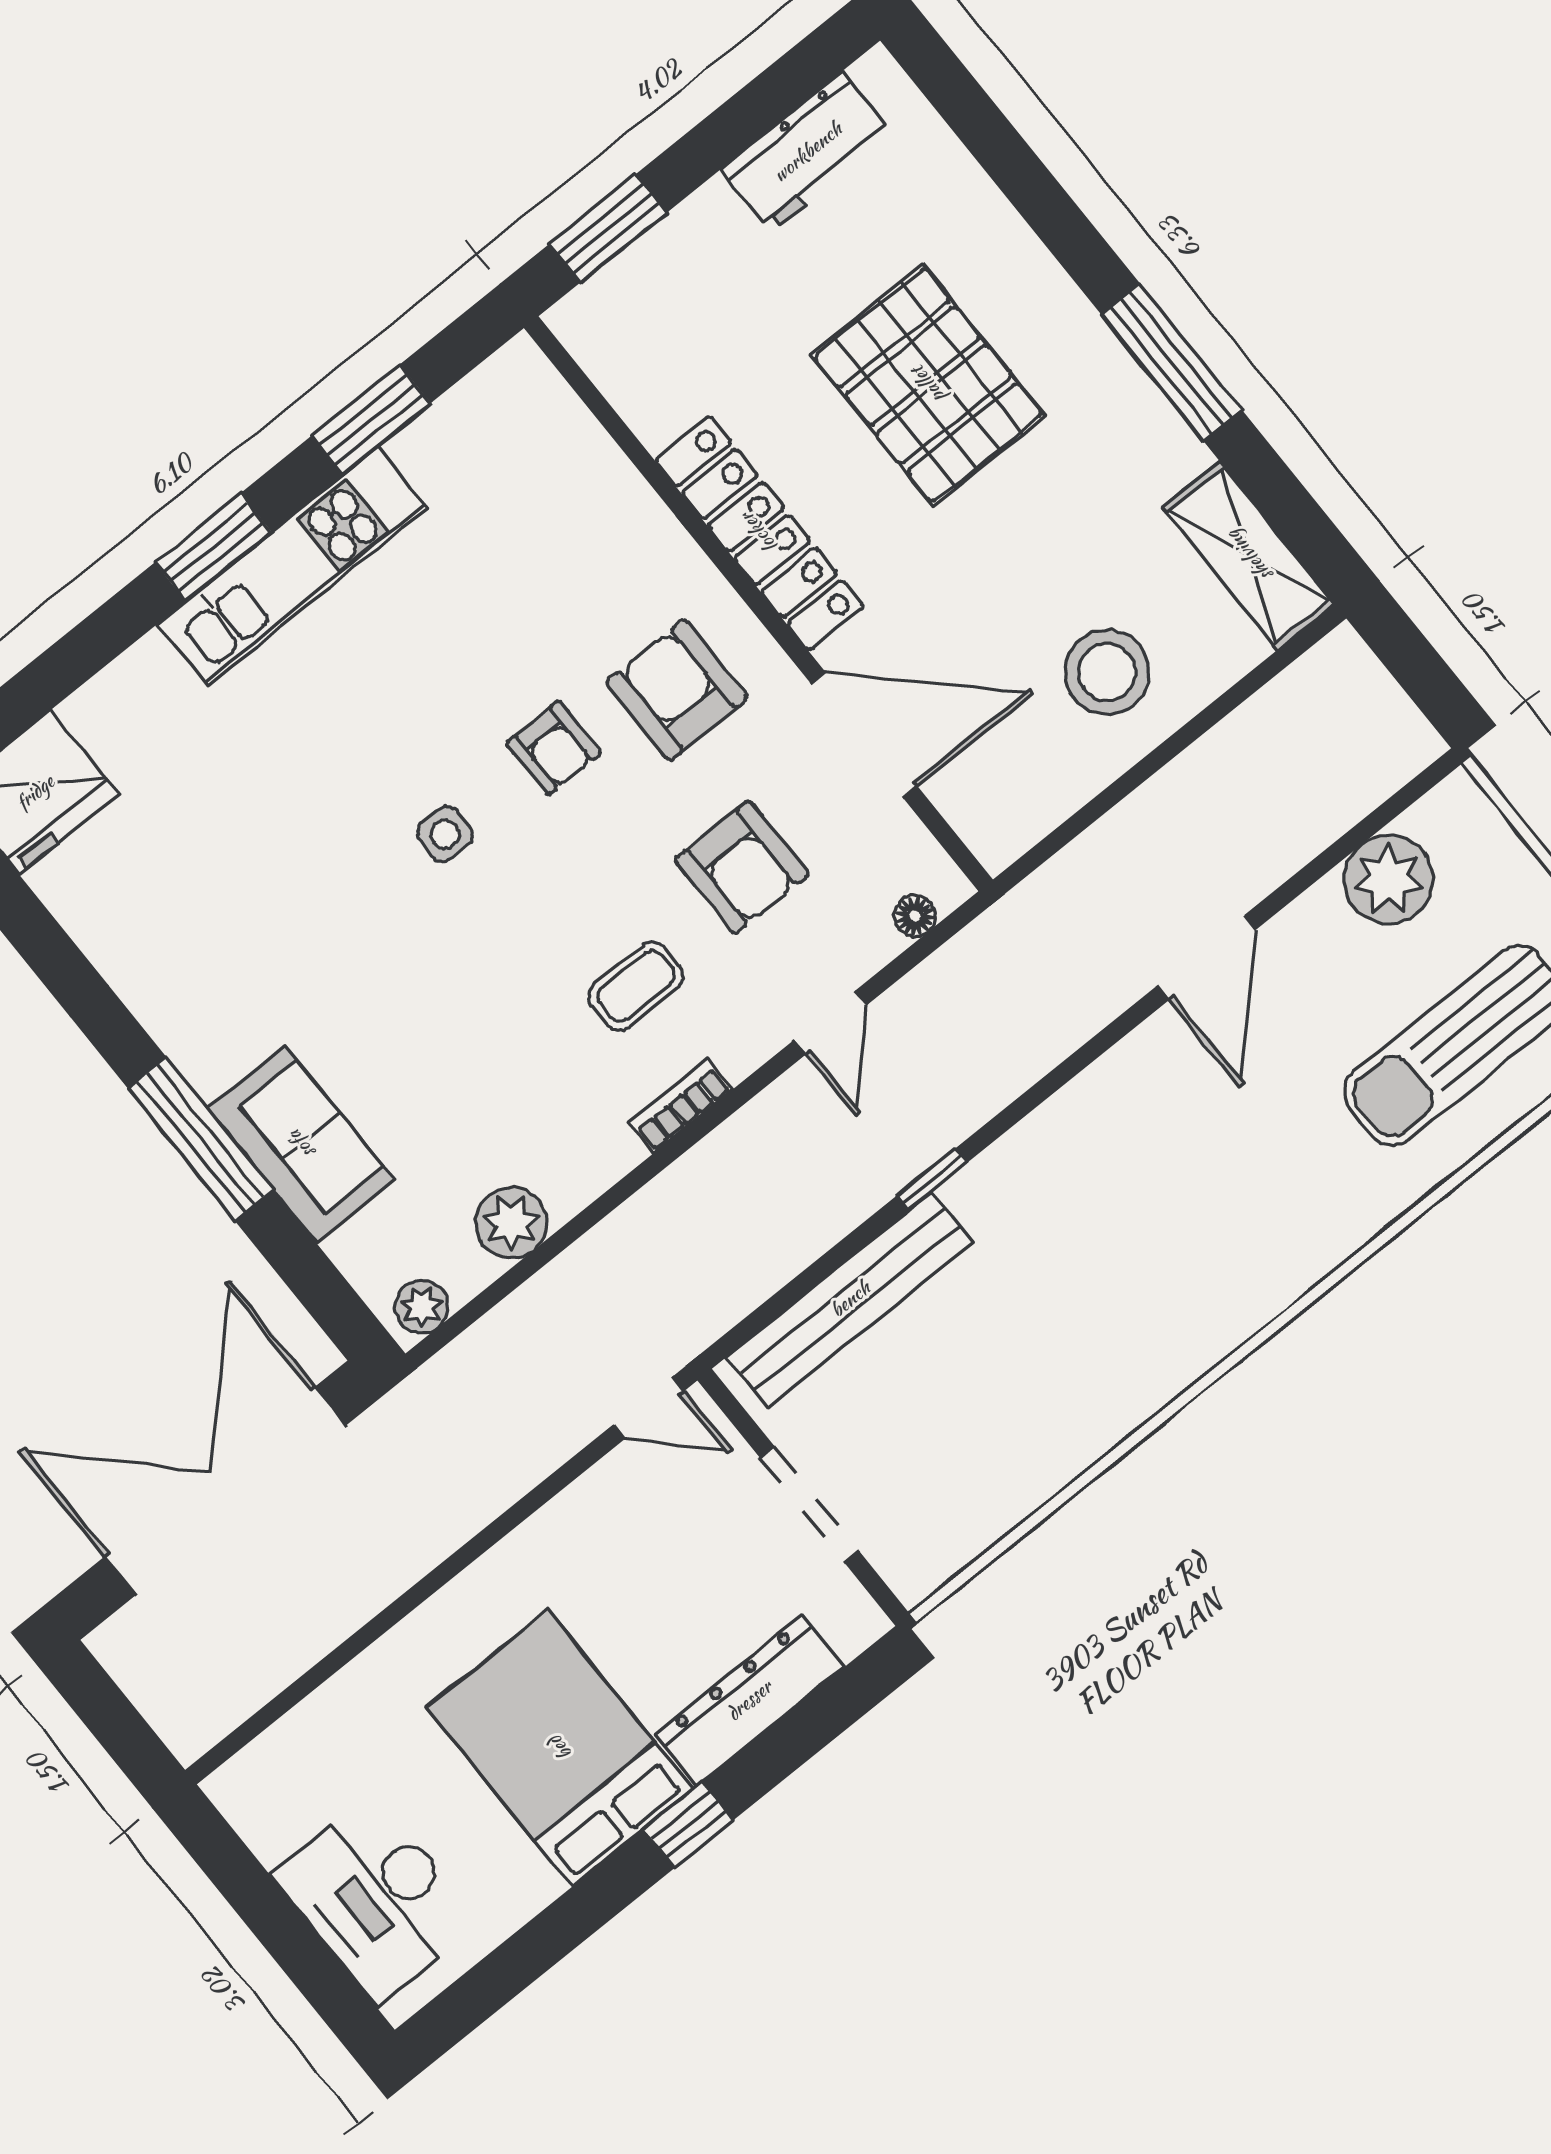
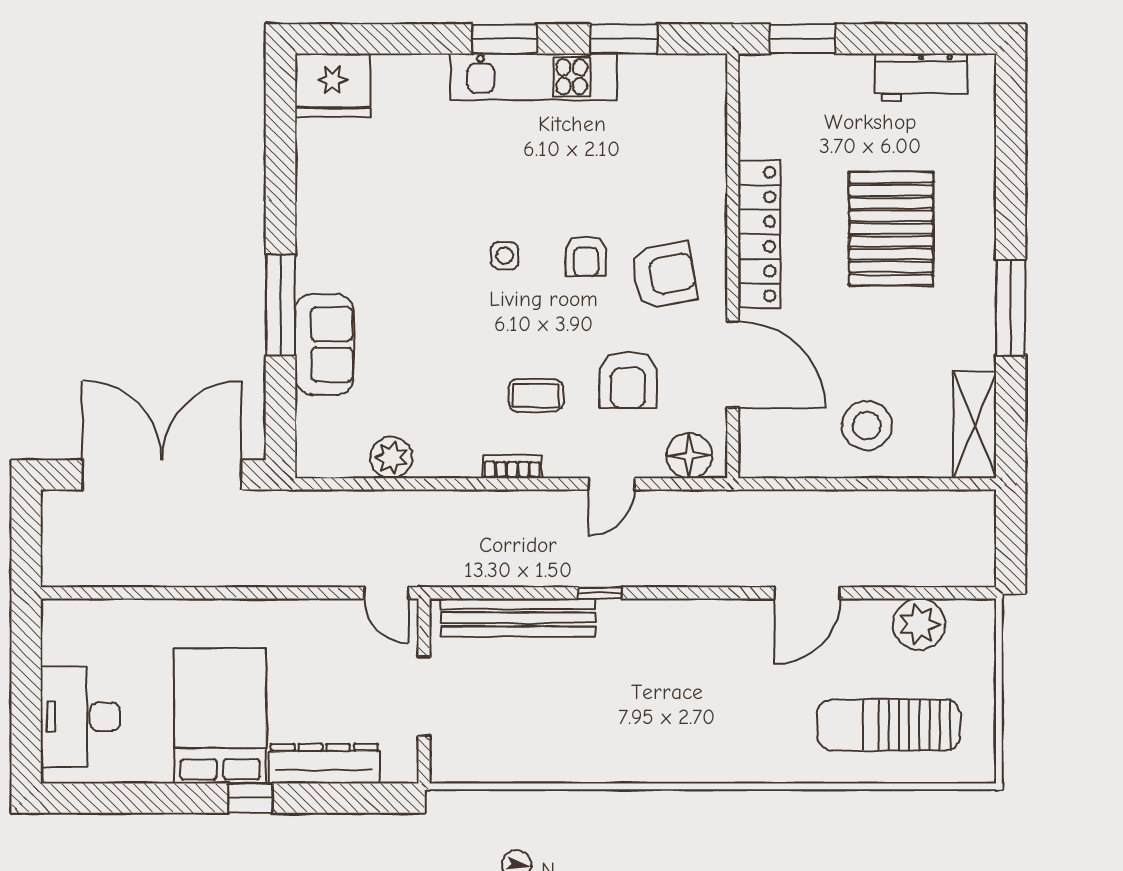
armchair: (677, 690) -> (664, 275), turned 80
floor lamp: (915, 916) -> (689, 456), width x1.89, depth x1.89
plant: (422, 1307) -> (320, 463), removed

